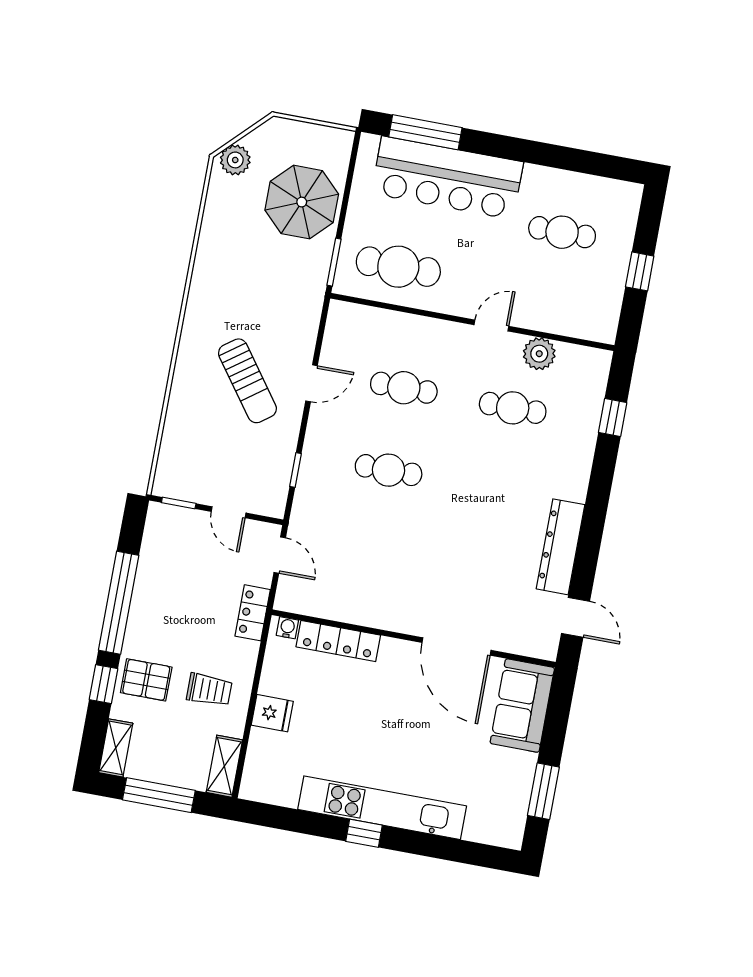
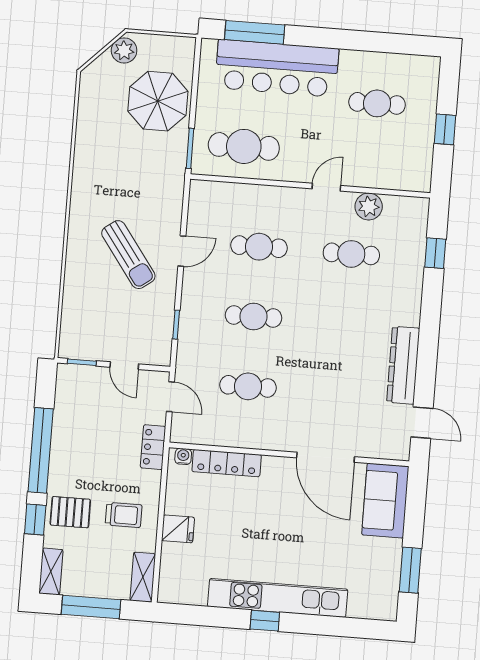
plant: (235, 160) -> (124, 50), moved
cafe table: (373, 552) -> (248, 386), added

